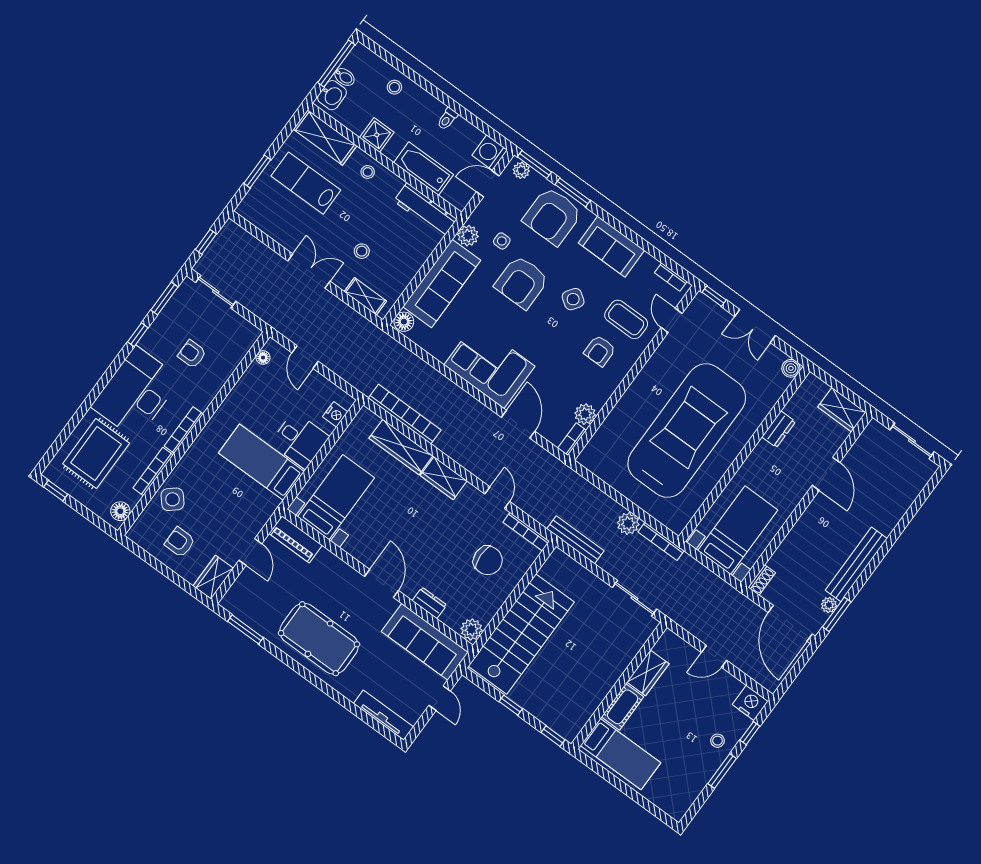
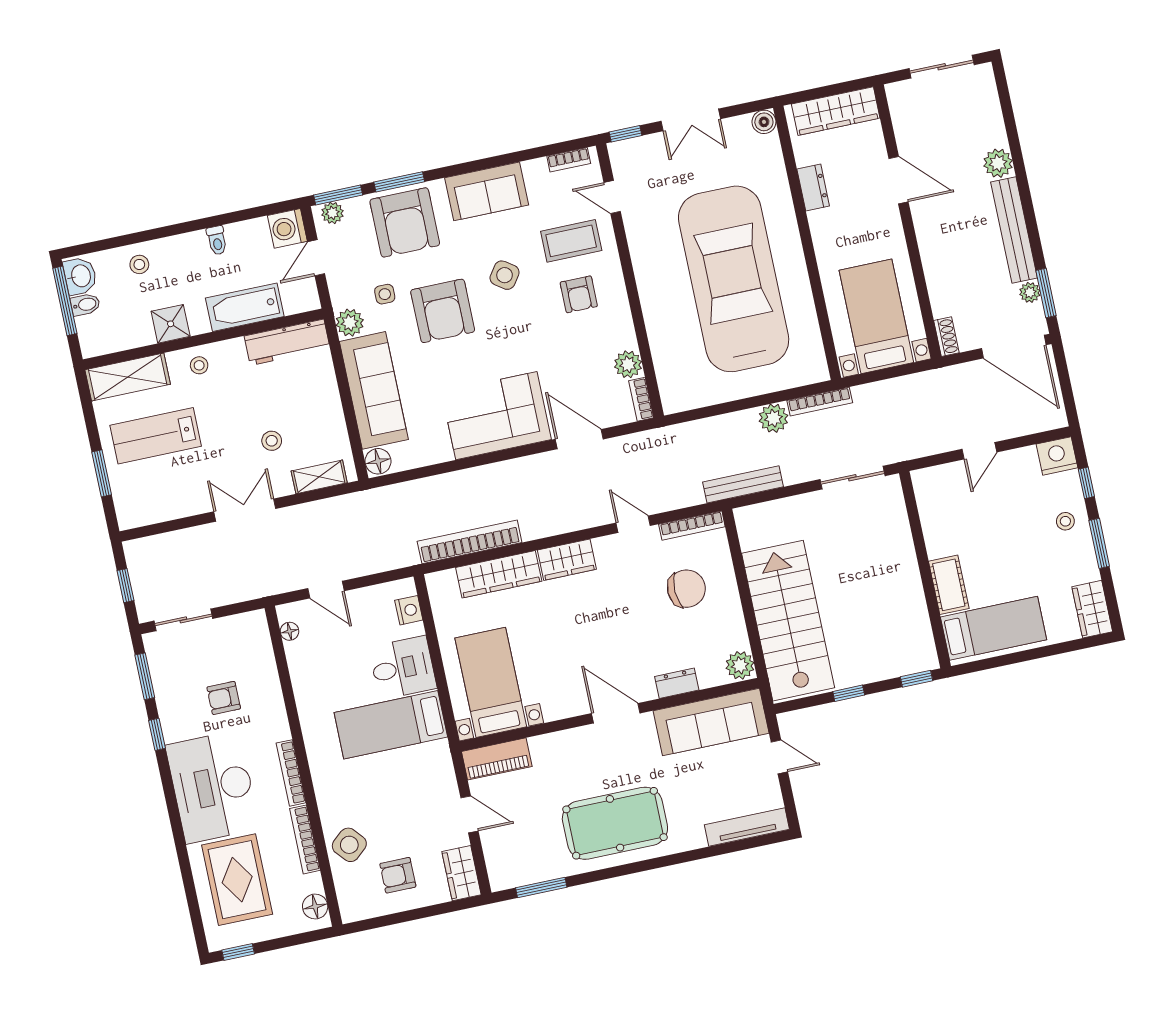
washbasin: (332, 95) -> (80, 276), moved
wardrobe: (842, 410) -> (836, 111), width x1.50
plant: (886, 522) -> (998, 163), added
wardrobe: (648, 673) -> (1092, 609), moved, turned 180

